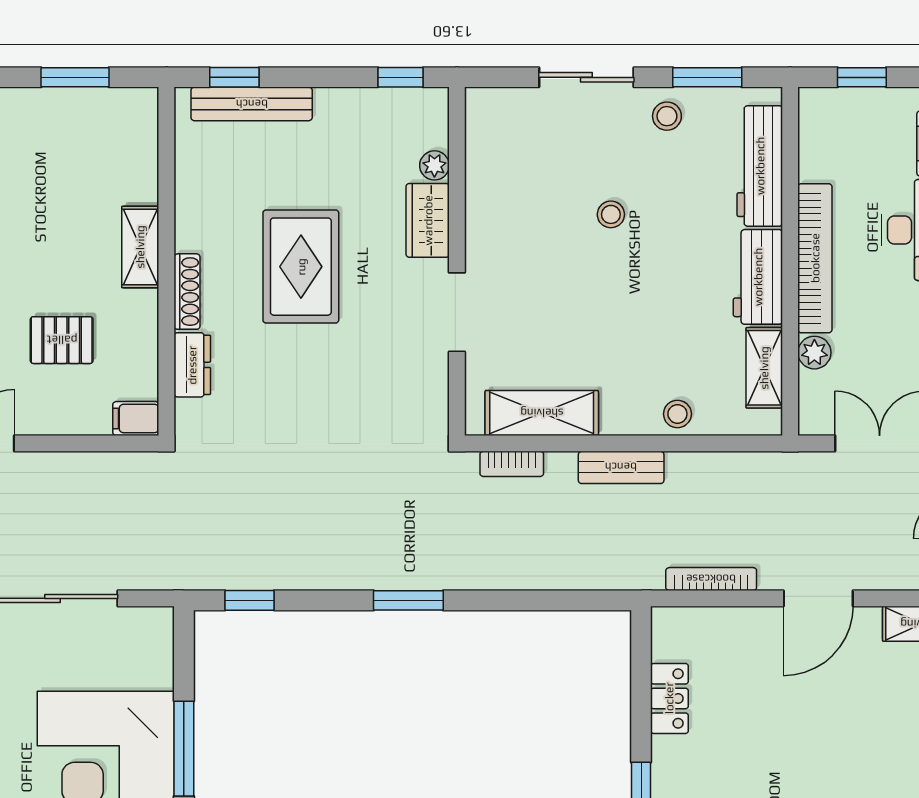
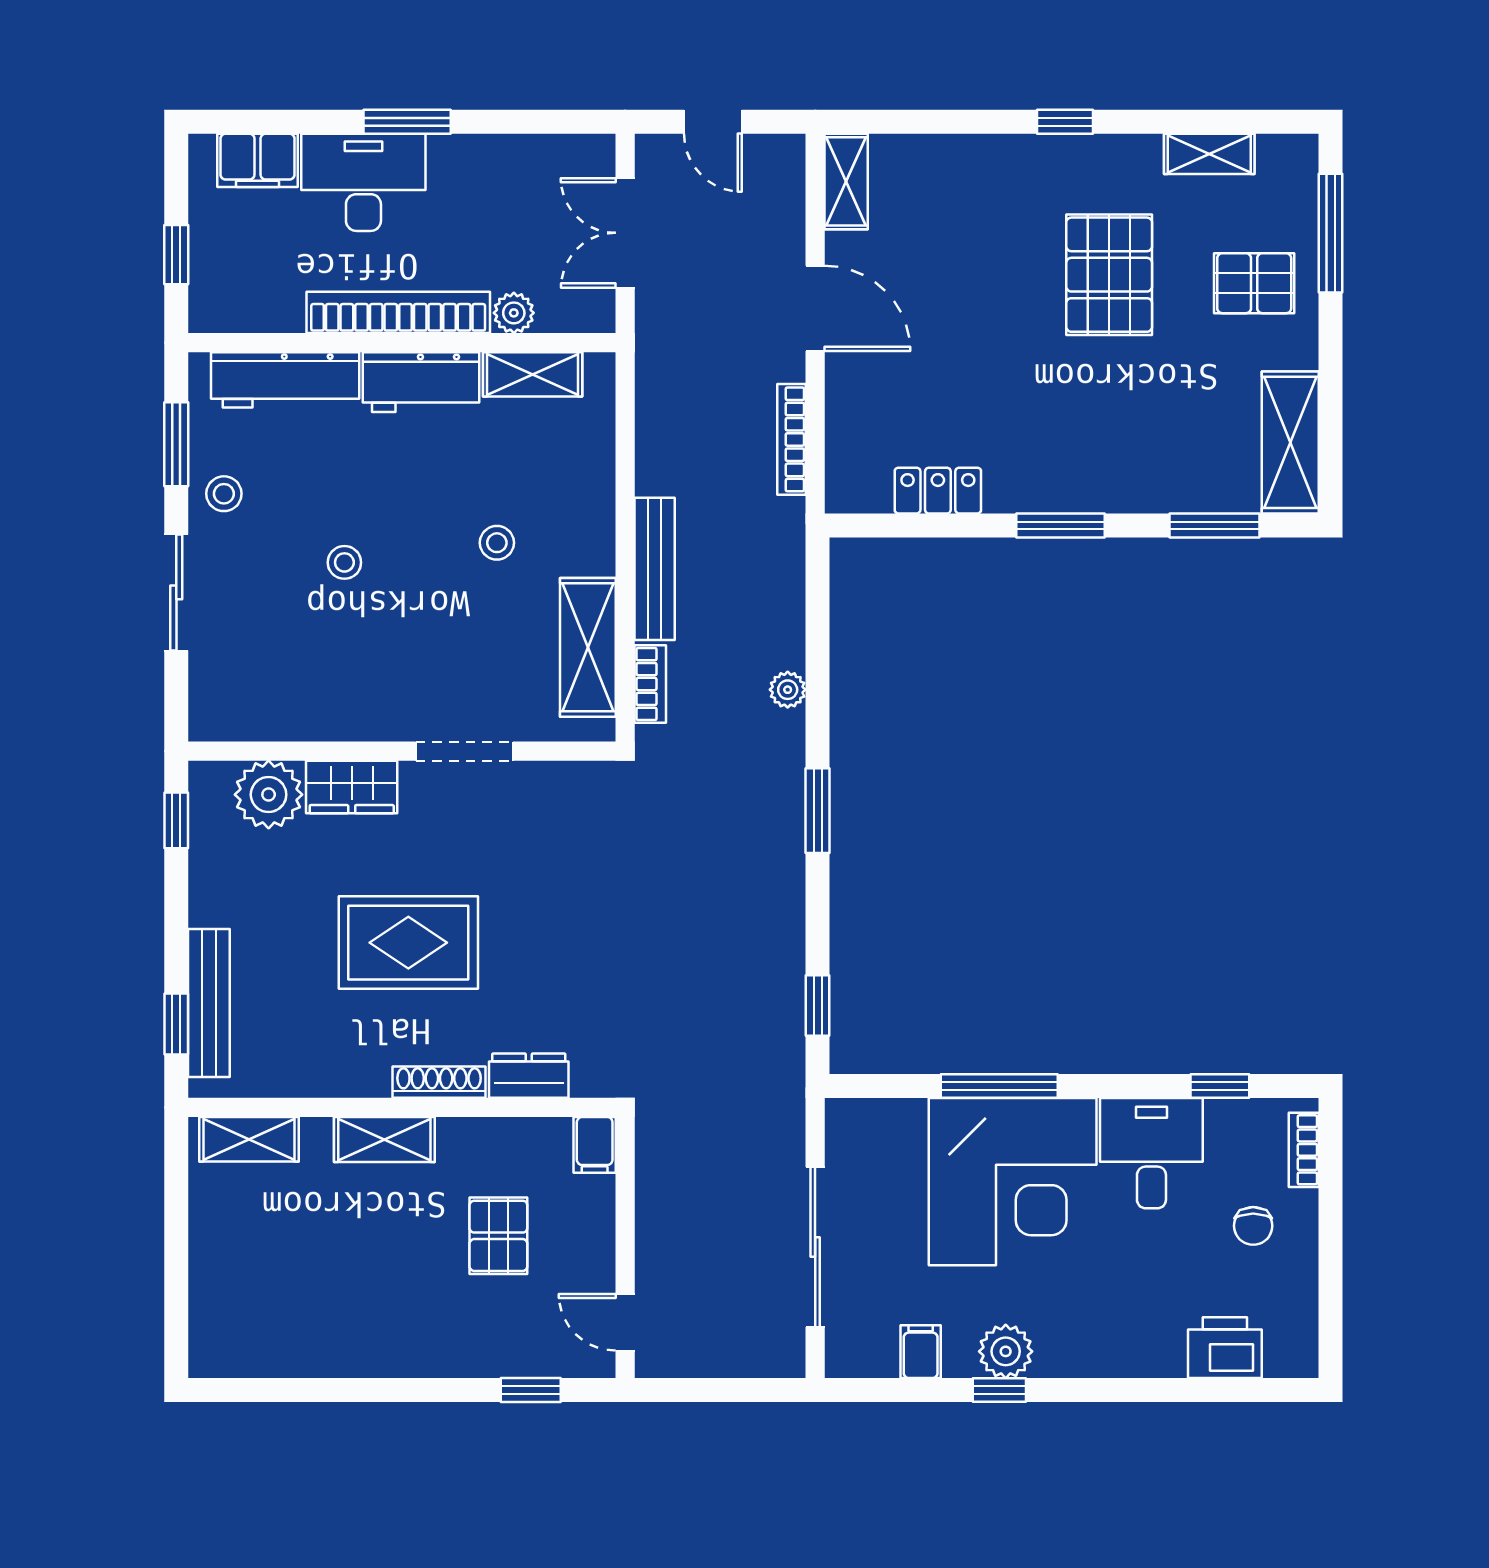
window: (75, 77) -> (176, 1219), removed
shelving: (140, 137) -> (249, 1139), added
plant: (434, 165) -> (269, 795), width x1.88, depth x1.88
stool: (677, 414) -> (497, 543), moved
bench: (621, 467) -> (655, 569), width x1.36
plant: (507, 576) -> (788, 690), added

